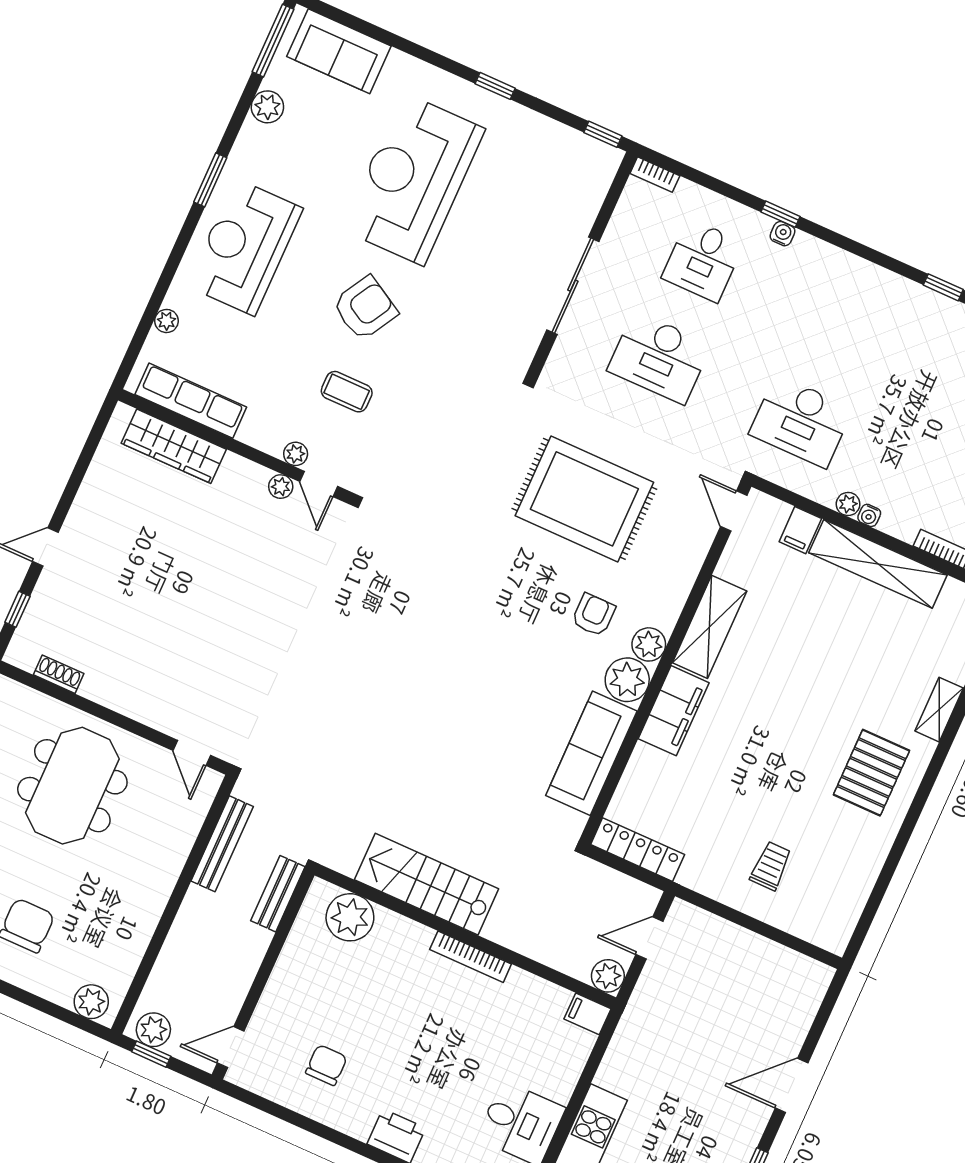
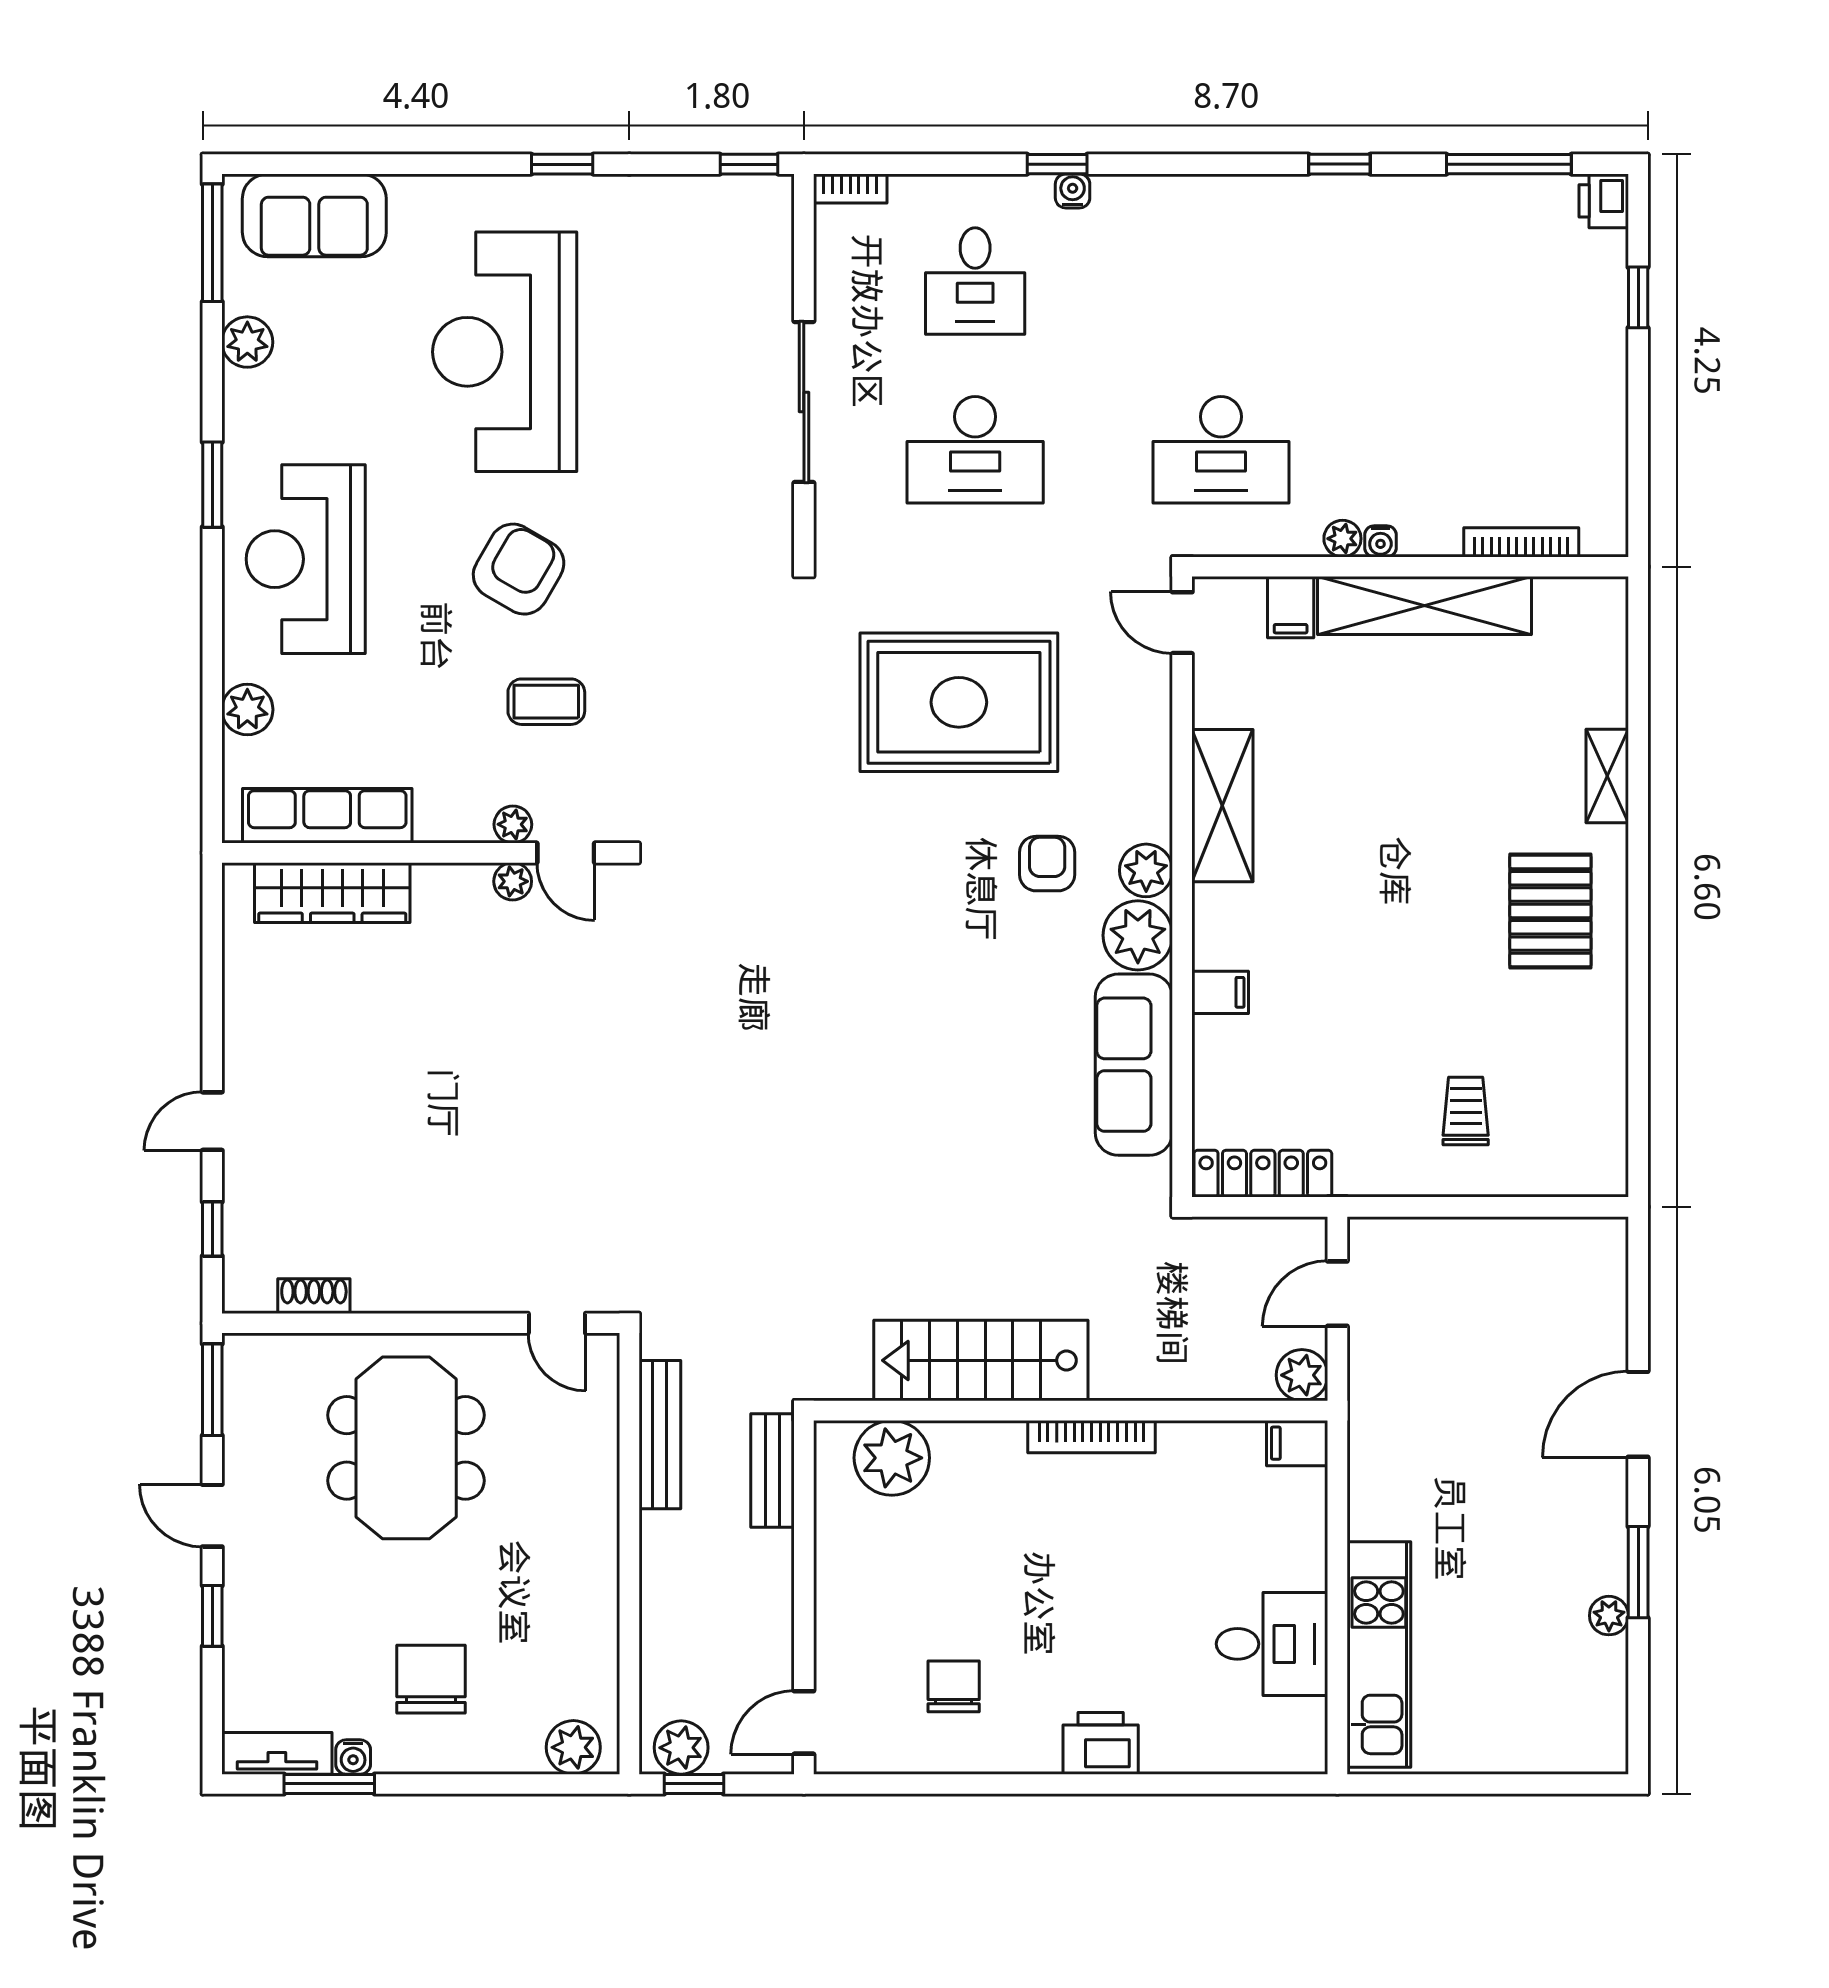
plant: (166, 321) -> (247, 710), width x1.38, depth x1.38
filing cabinet: (674, 711) -> (1220, 992), width x0.33, depth x0.86

